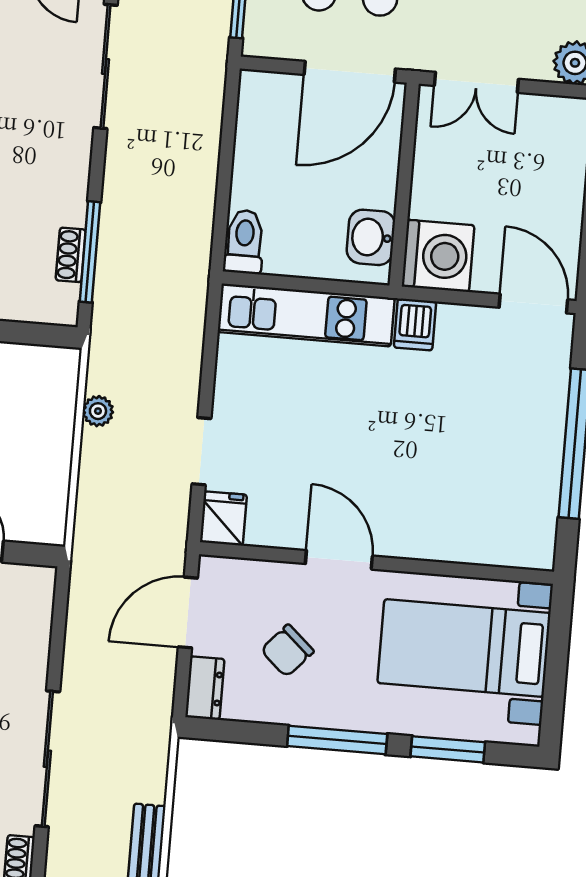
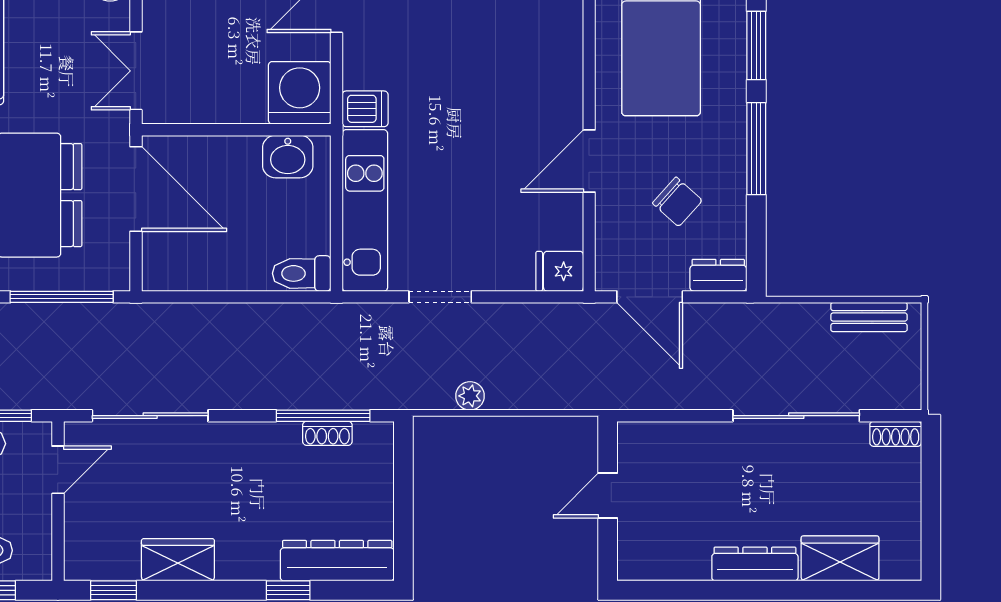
double door: (476, 82) -> (136, 71), swing flipped
doorway: (201, 451) -> (440, 297), moved

